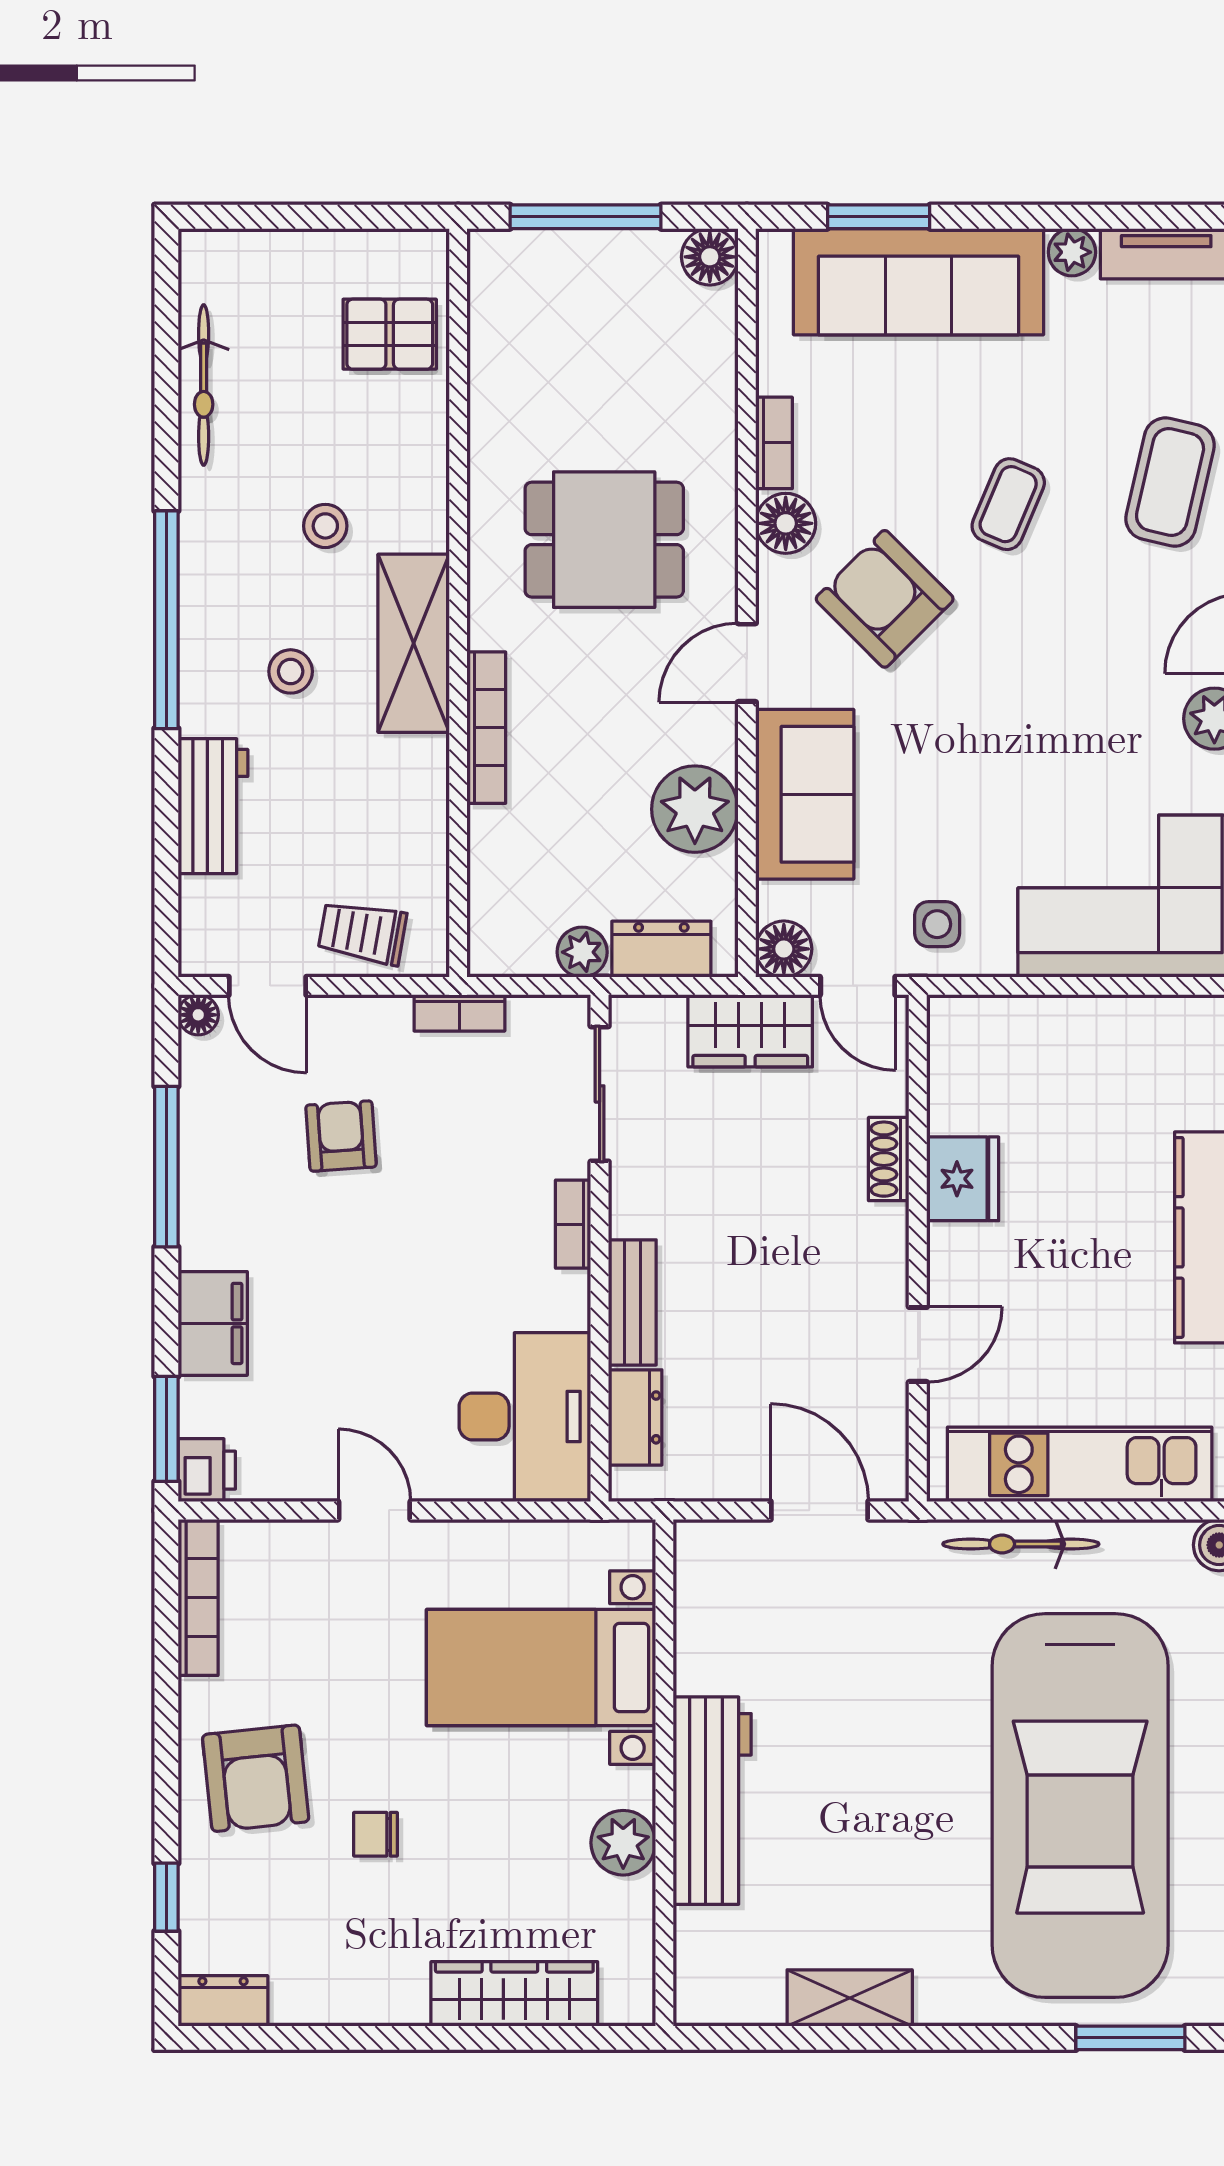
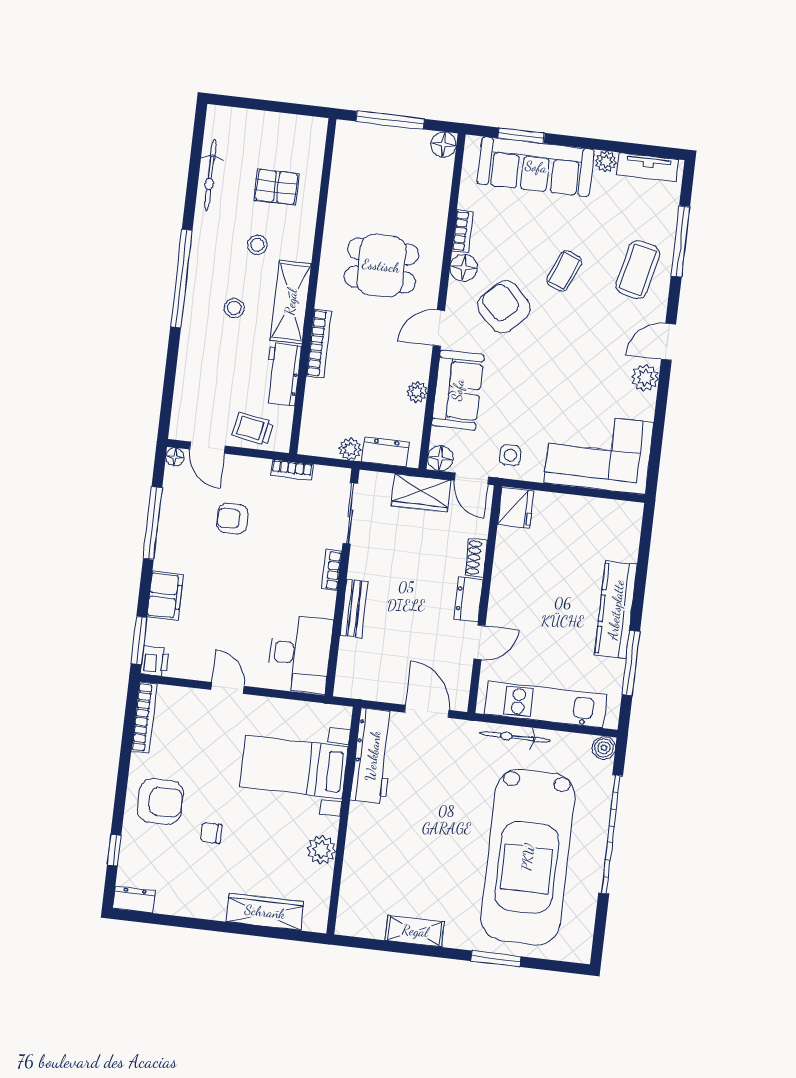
pallet: (390, 334) -> (276, 187), moved
workbench: (213, 806) -> (283, 374), moved, turned 180
plant: (695, 809) -> (417, 392), width x0.53, depth x0.53
armchair: (341, 1136) -> (232, 519), turned -86
fridge: (963, 1179) -> (516, 508), moved
dresser: (635, 1417) -> (468, 599), moved, turned 180
armchair: (256, 1778) -> (160, 802), turned -84
workbench: (712, 1801) -> (373, 756), moved
window: (1130, 2038) -> (496, 959), moved

